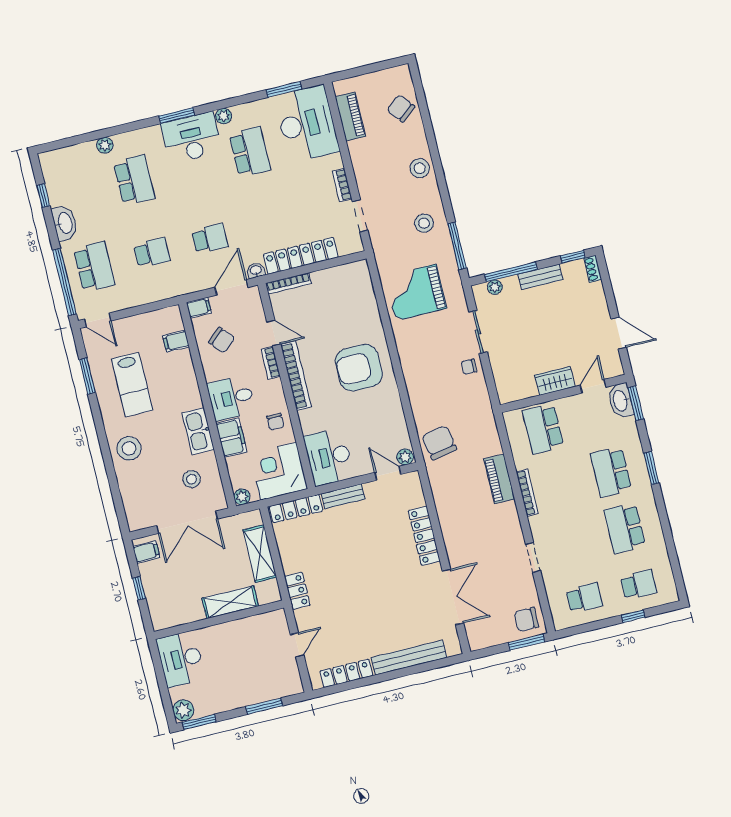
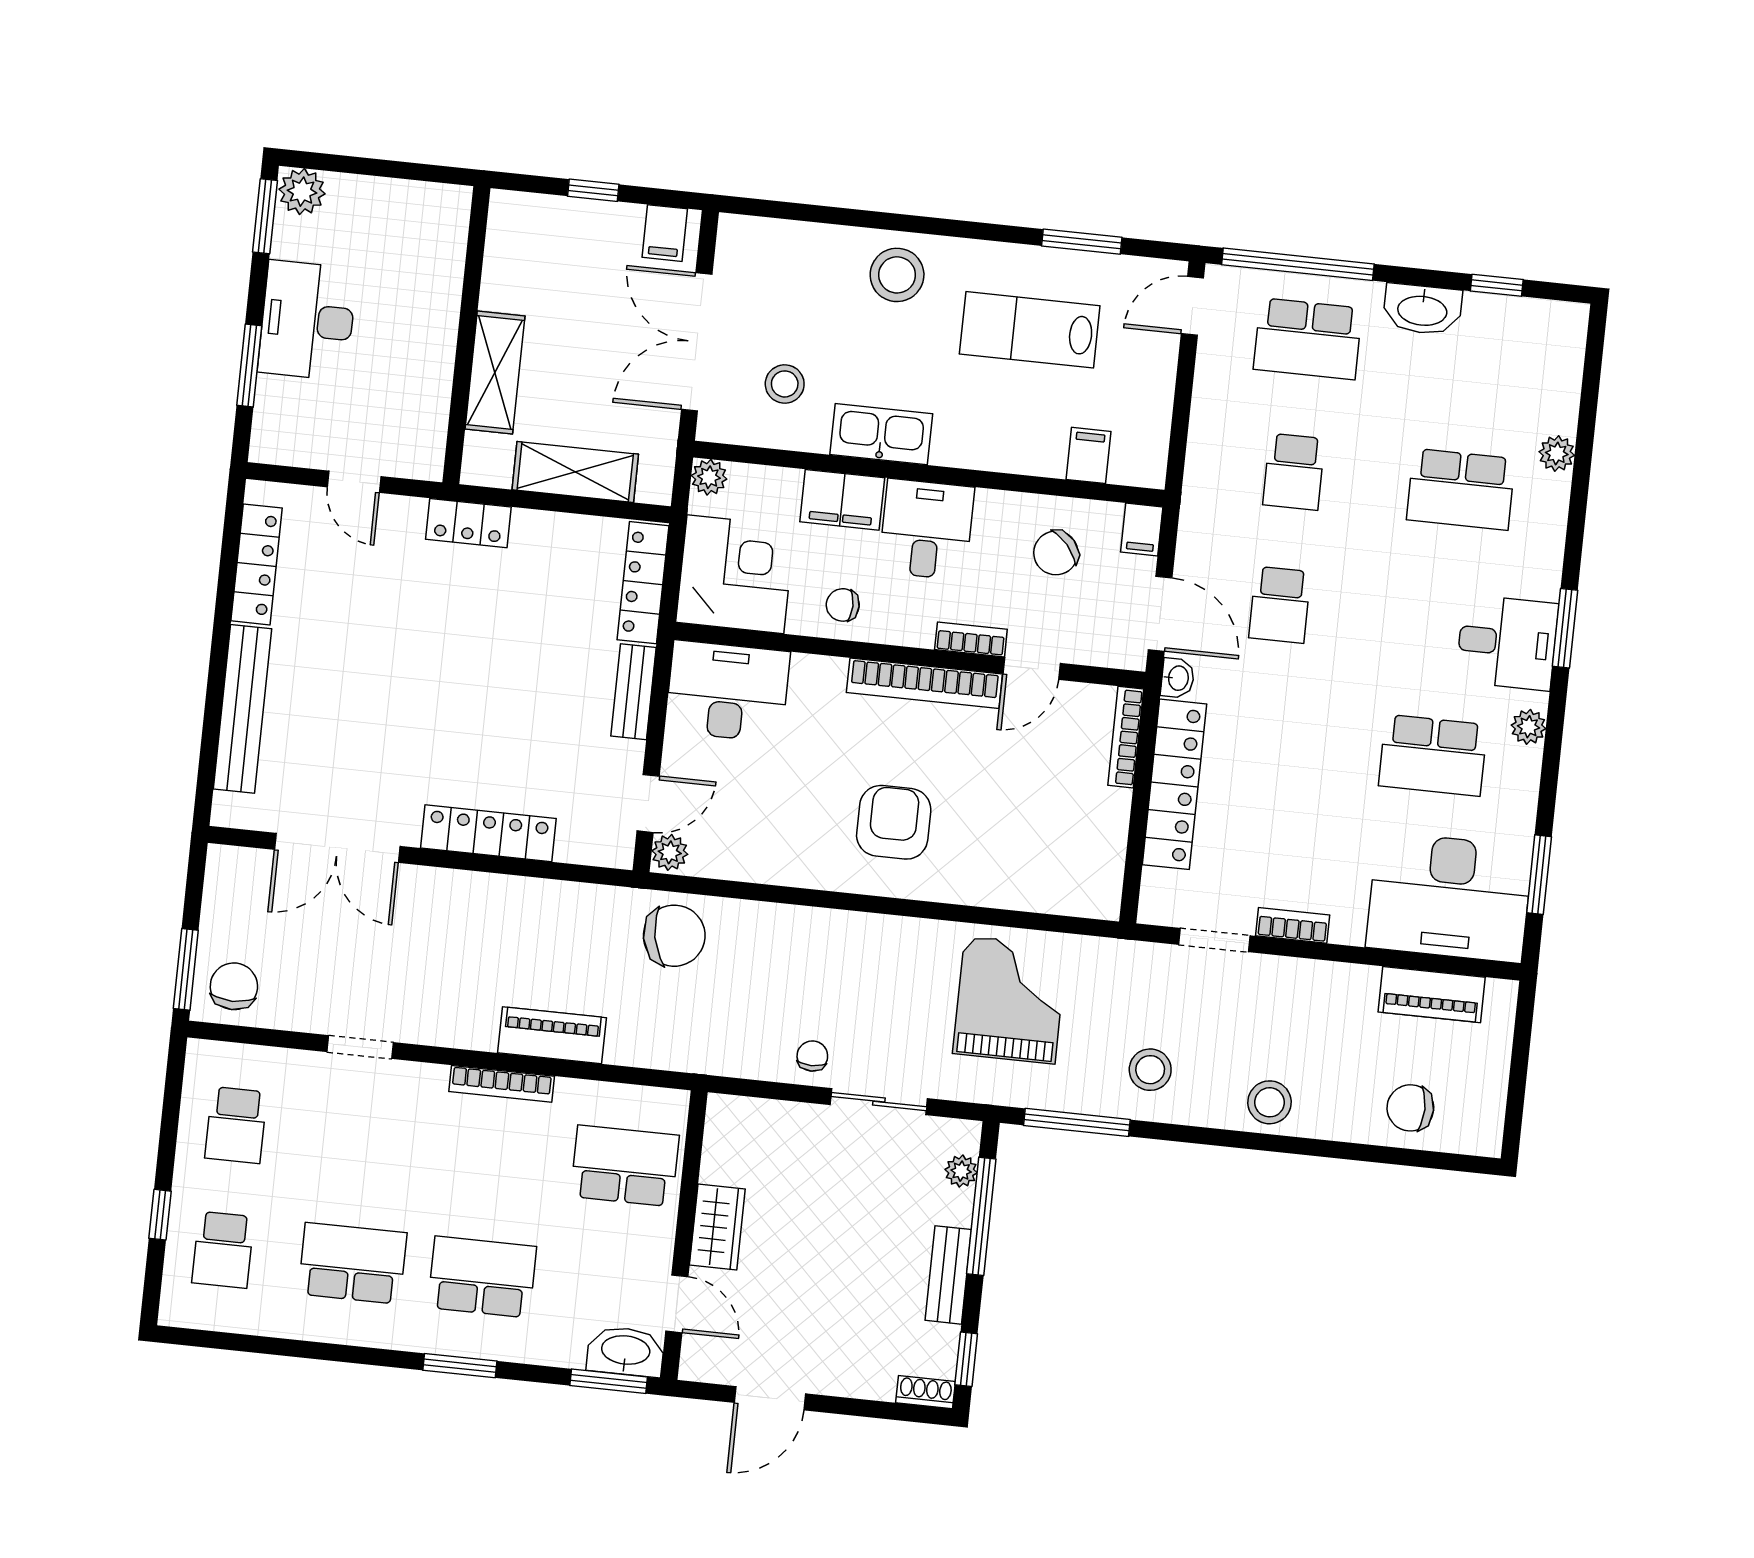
chair: (401, 108) -> (1410, 1108), turned -141
desk: (192, 138) -> (1507, 643), width x0.73
armchair: (359, 368) -> (894, 822), width x0.73, depth x0.73
desk: (181, 659) -> (307, 320), moved, turned -90

